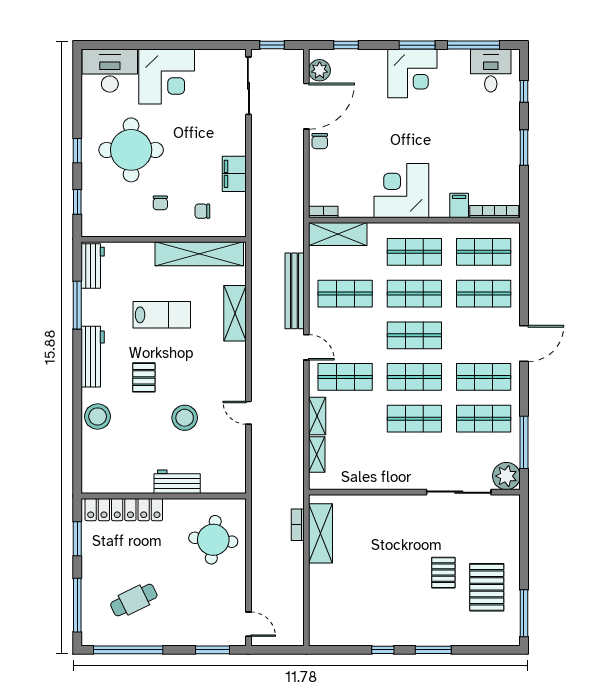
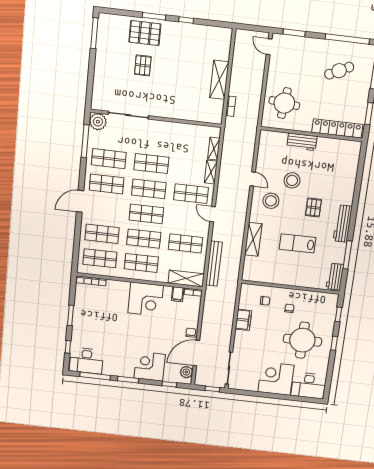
desk: (491, 71) -> (86, 361), width x1.37
corner desk: (412, 73) -> (150, 366), moved
filing cabinet: (459, 206) -> (178, 294), moved
shelving: (199, 254) -> (270, 276), removed
bench: (295, 291) -> (214, 264), moved
stool: (98, 416) -> (271, 201), moved
shelving: (321, 533) -> (219, 80), moved
pallet: (487, 587) -> (145, 33), moved, turned 90

